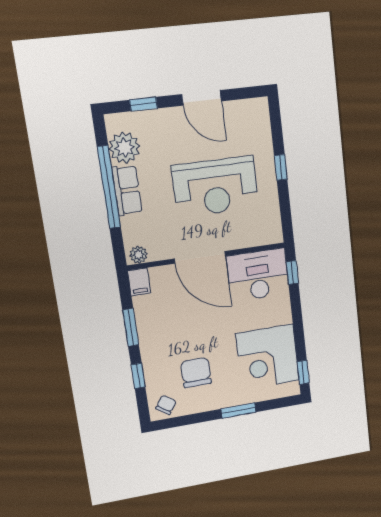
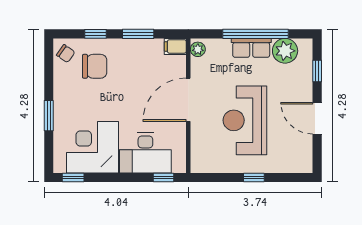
door: (202, 98) -> (317, 118), hinge flipped
desk: (258, 275) -> (145, 153), moved, turned 90
chair: (196, 372) -> (95, 66), moved

